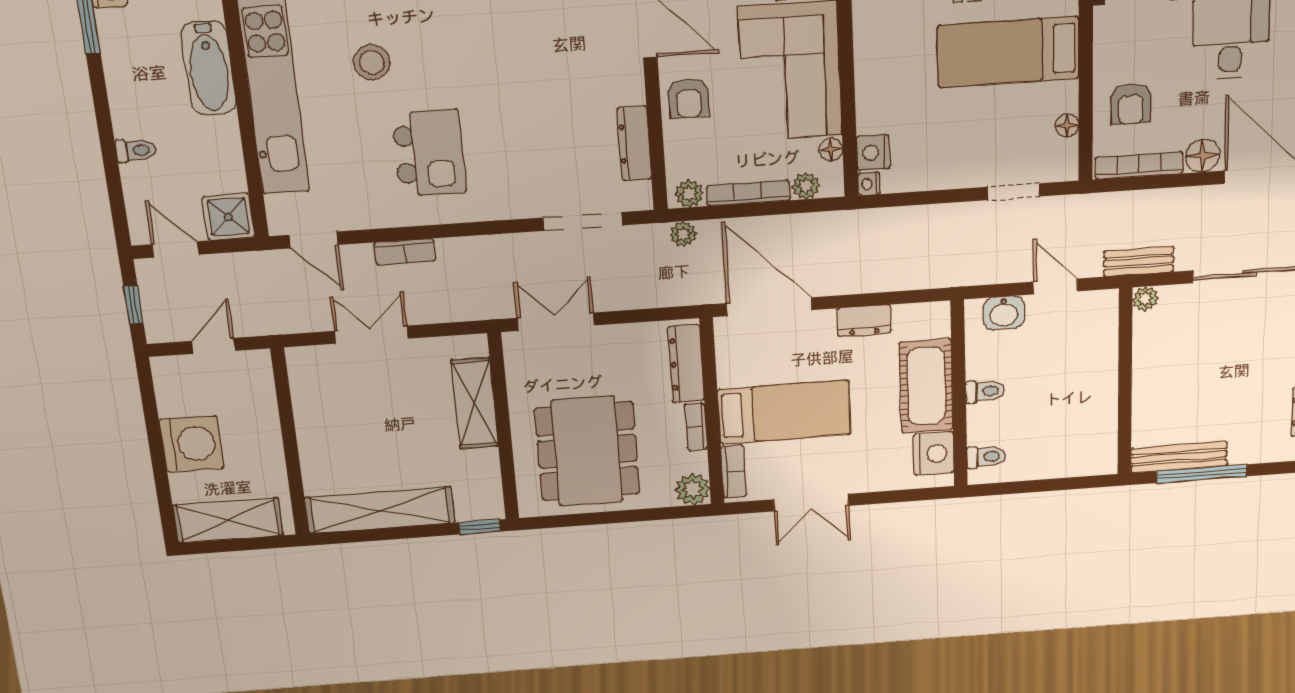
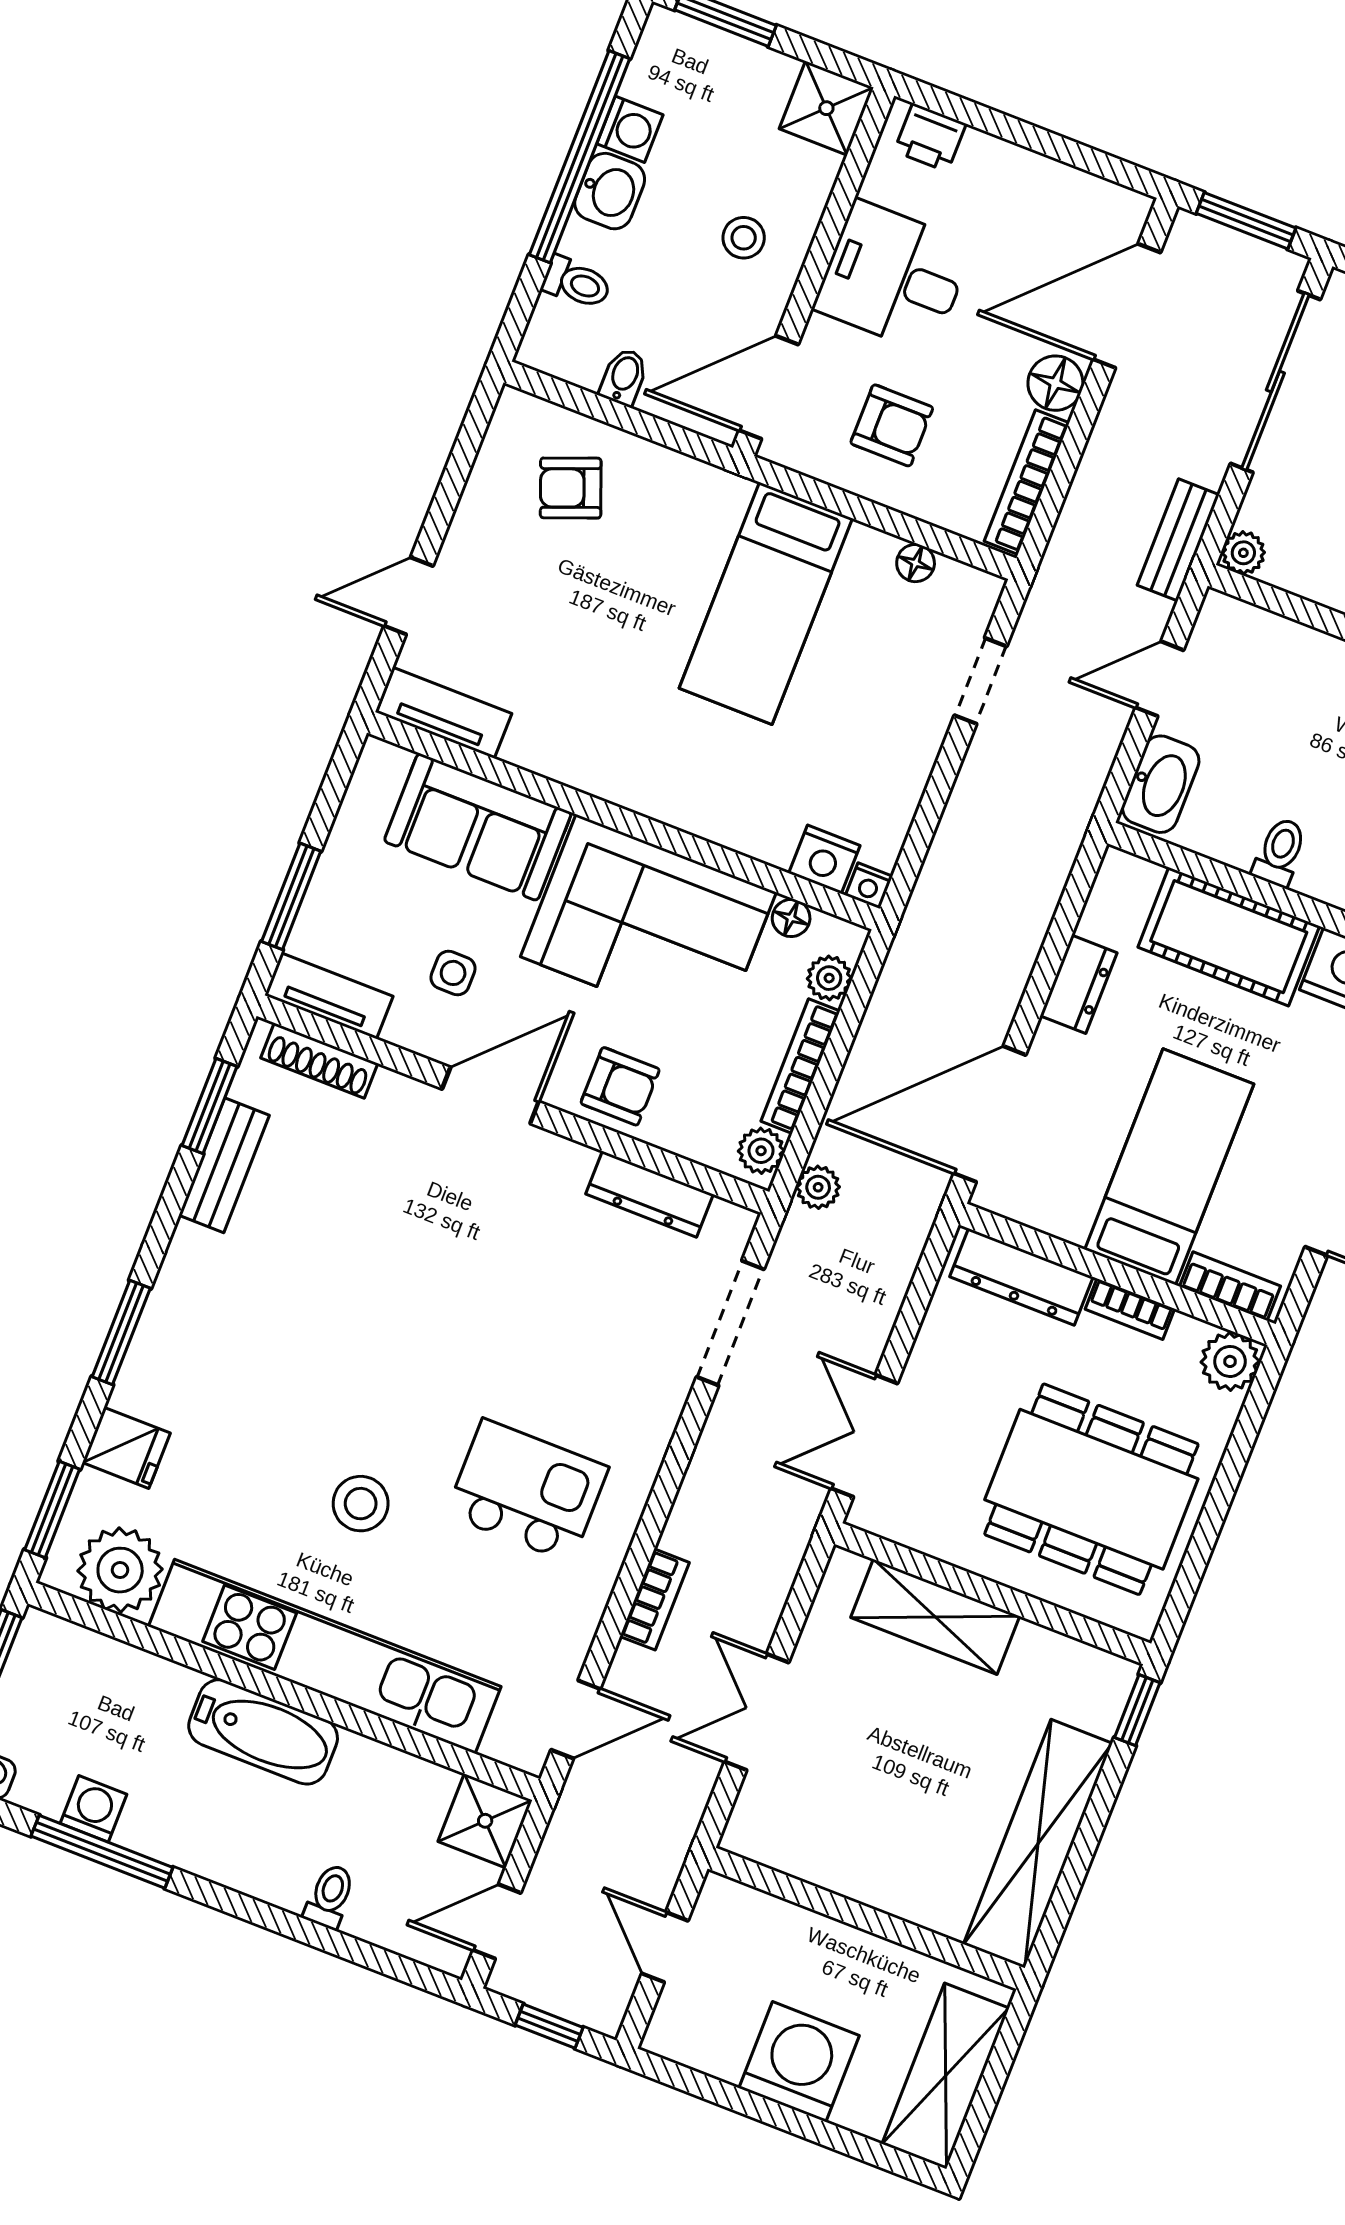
armchair: (1131, 104) -> (892, 425), moved
washbasin: (1004, 313) -> (1161, 784), width x1.38

